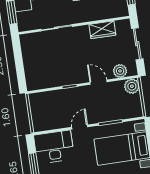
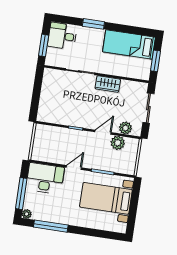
wardrobe: (102, 30) -> (108, 84), moved
door: (99, 82) -> (103, 132), hinge flipped
plant: (132, 86) -> (118, 143), moved

